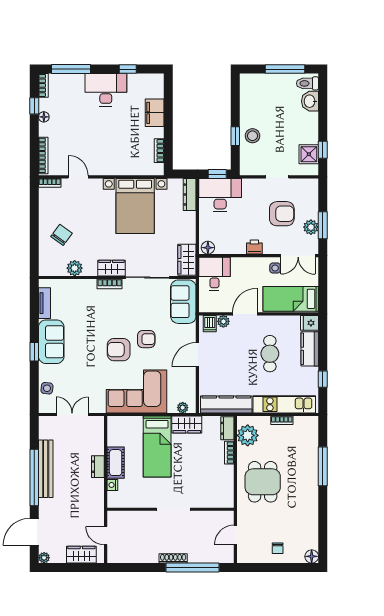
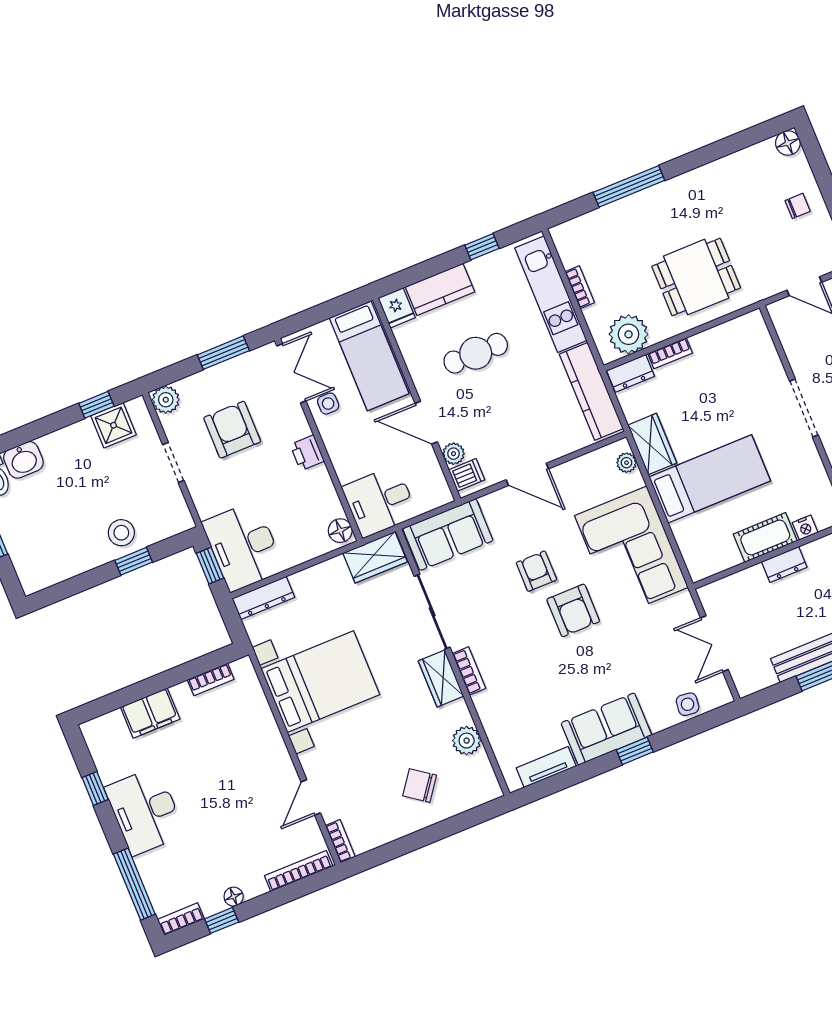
plant: (311, 227) -> (166, 400), moved

